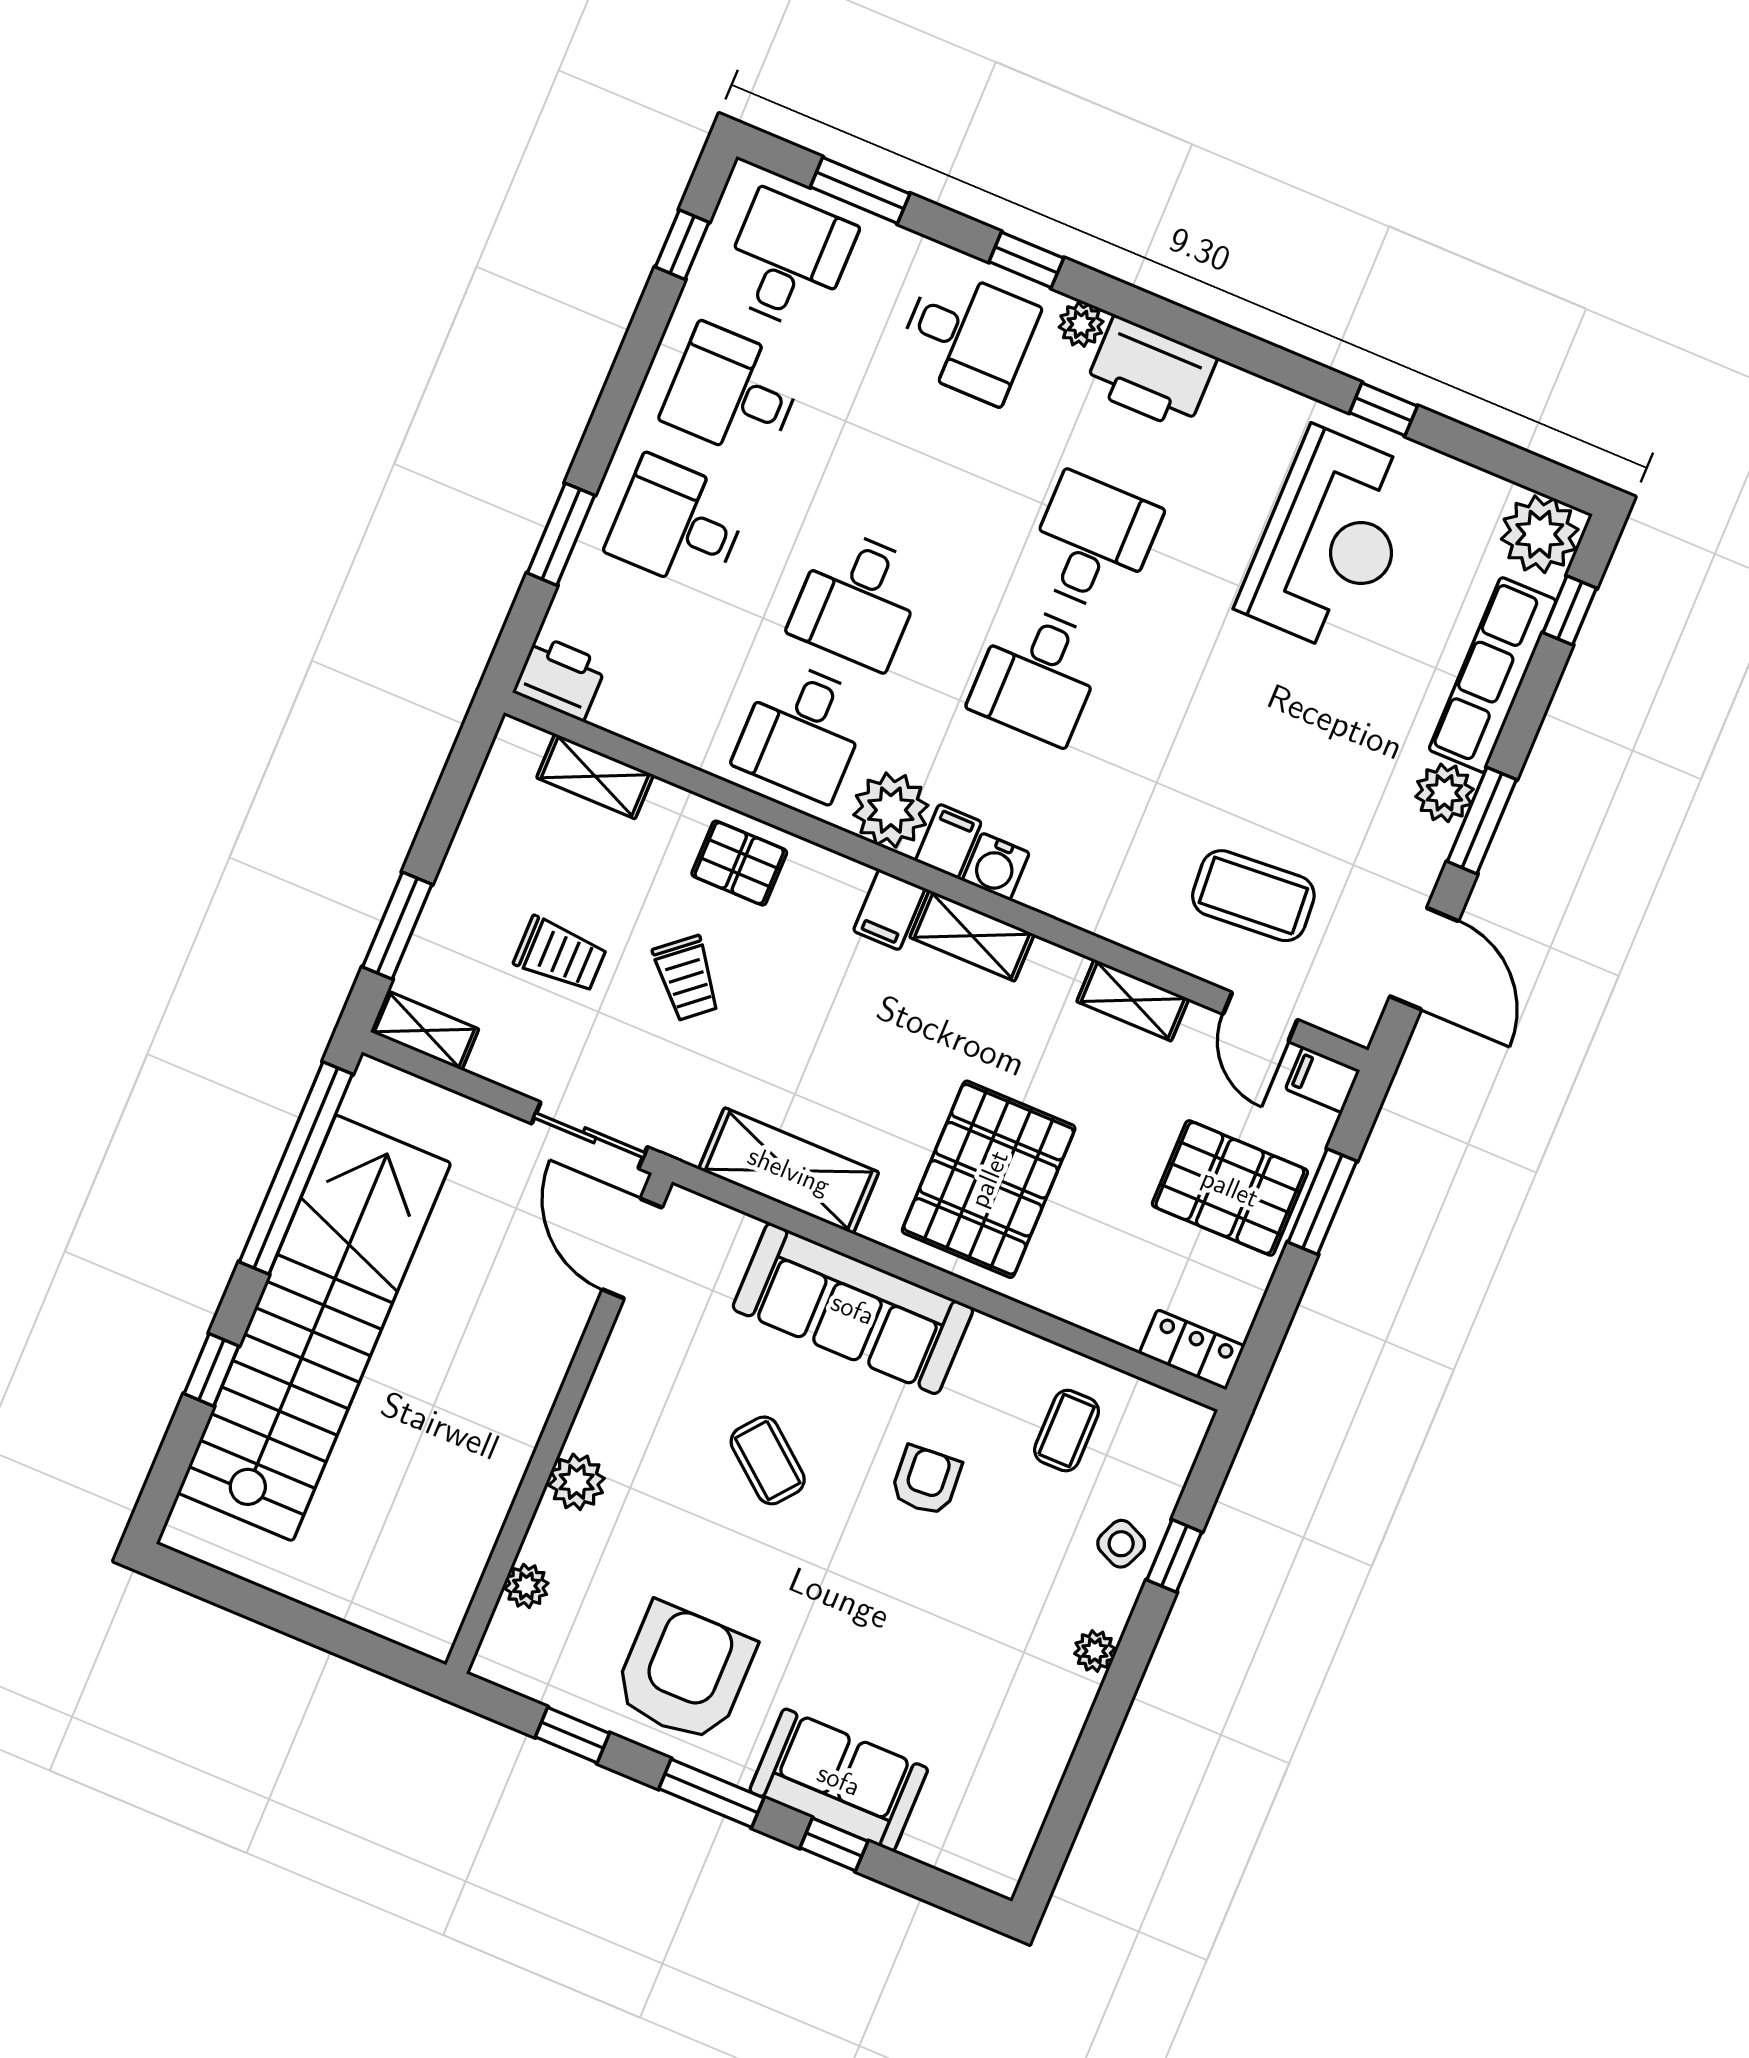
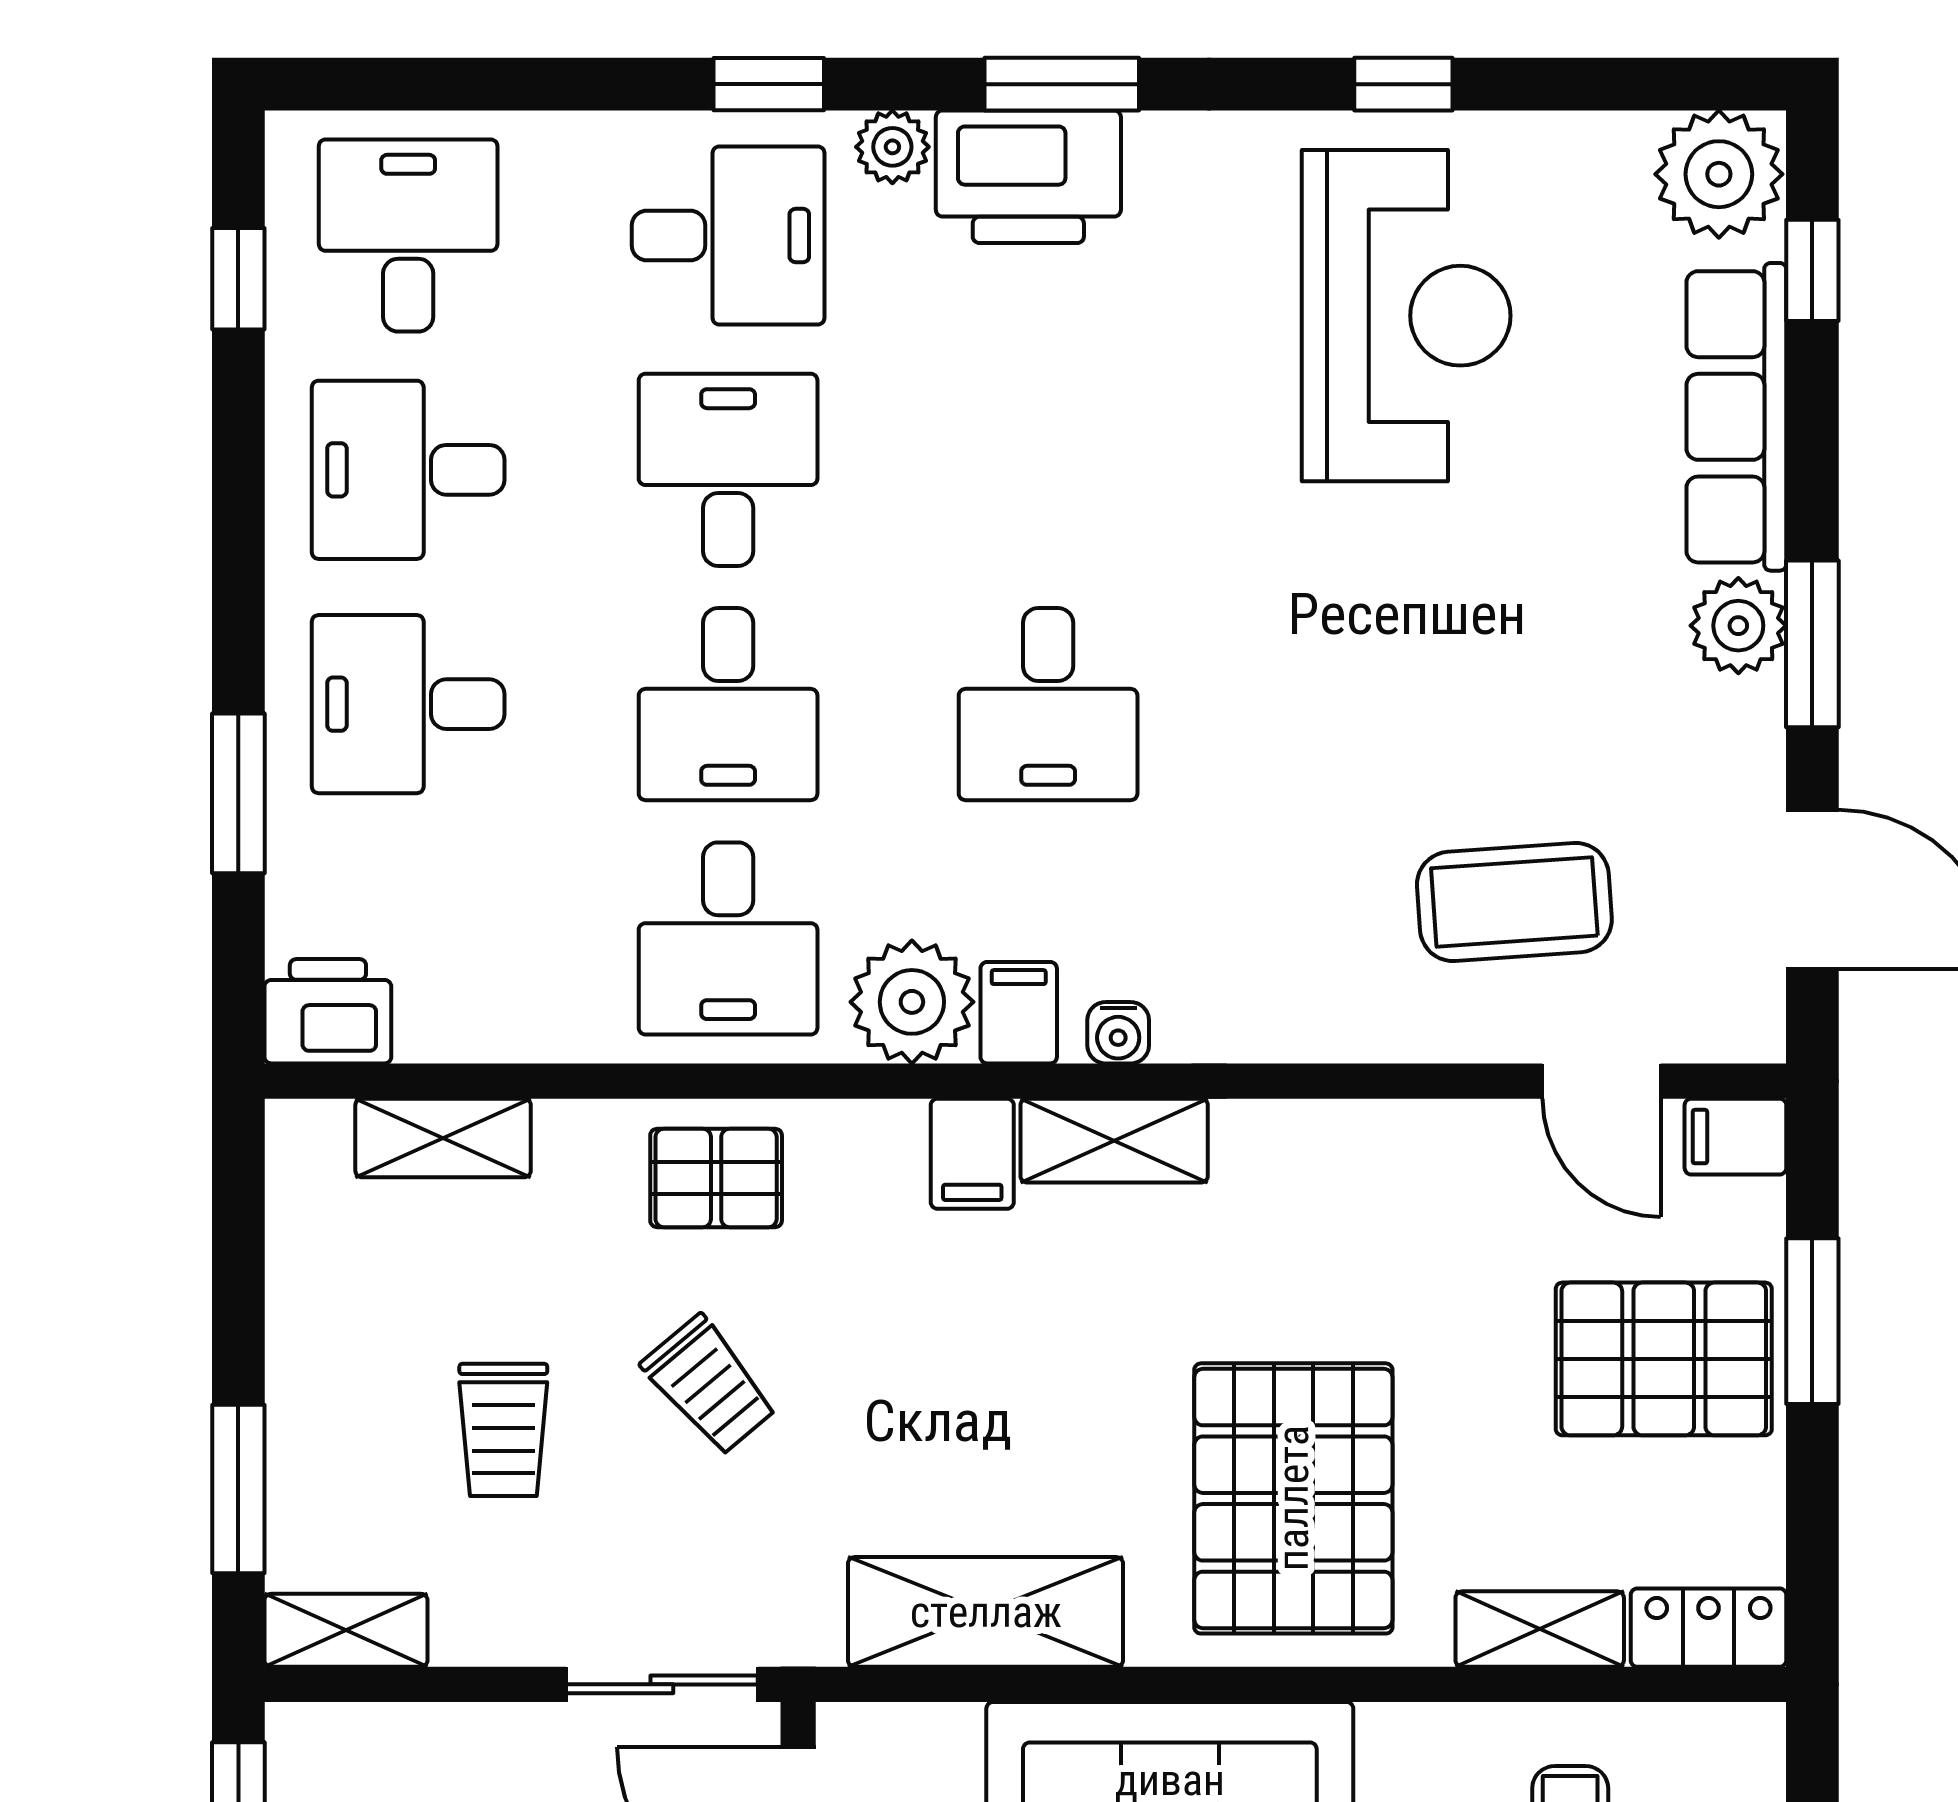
window: (860, 190) -> (1062, 84), moved
desk: (1093, 543) -> (728, 470), moved
water cooler: (996, 867) -> (1118, 1033), width x0.72, depth x0.72
trolley: (560, 955) -> (503, 1430), turned 90
shelving: (1133, 1000) -> (1540, 1629), moved

